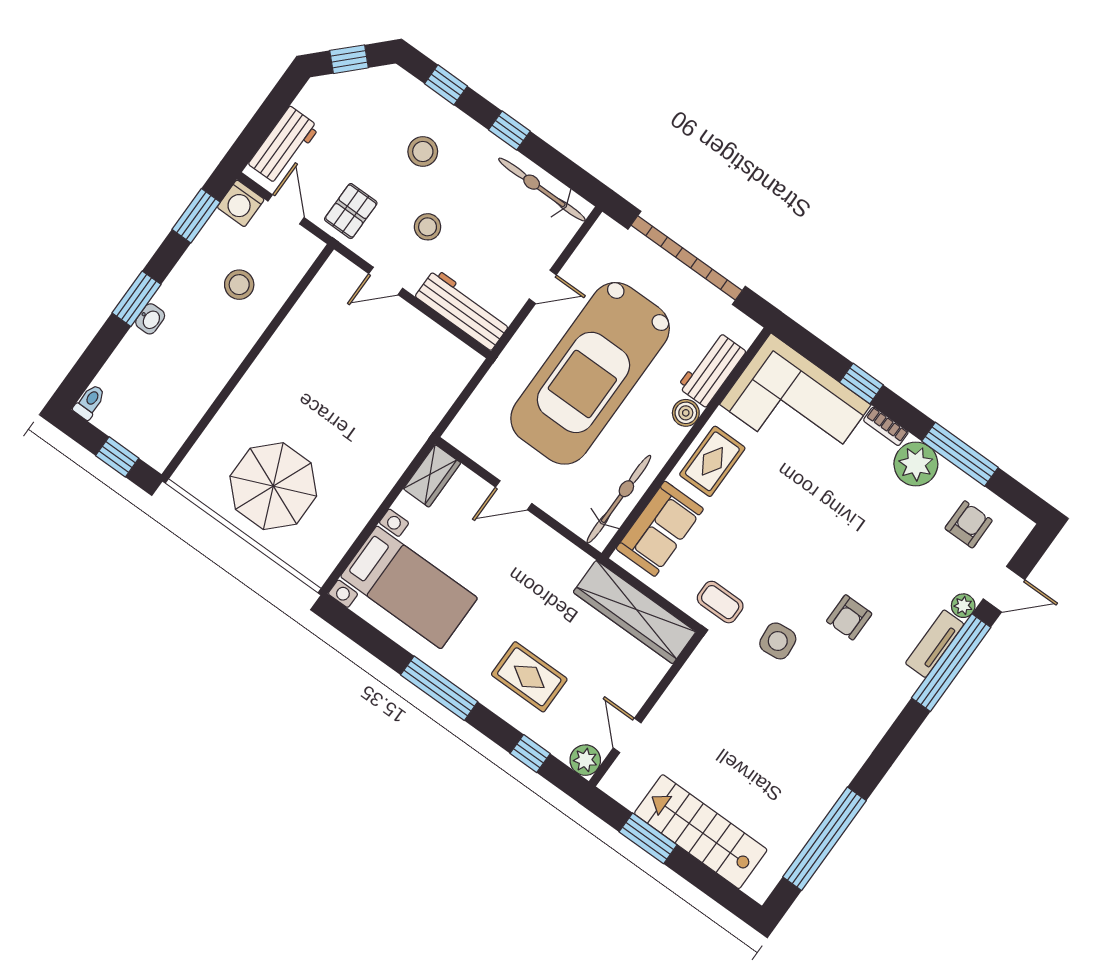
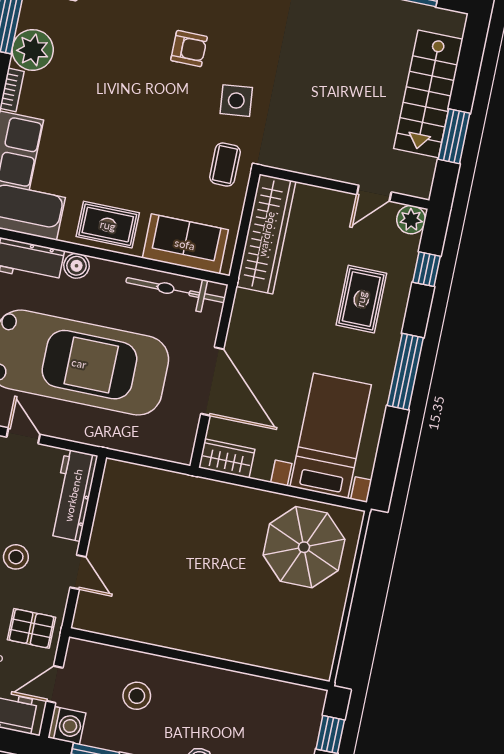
parasol: (273, 486) -> (304, 547), moved
door: (514, 495) -> (212, 381), width x1.87

